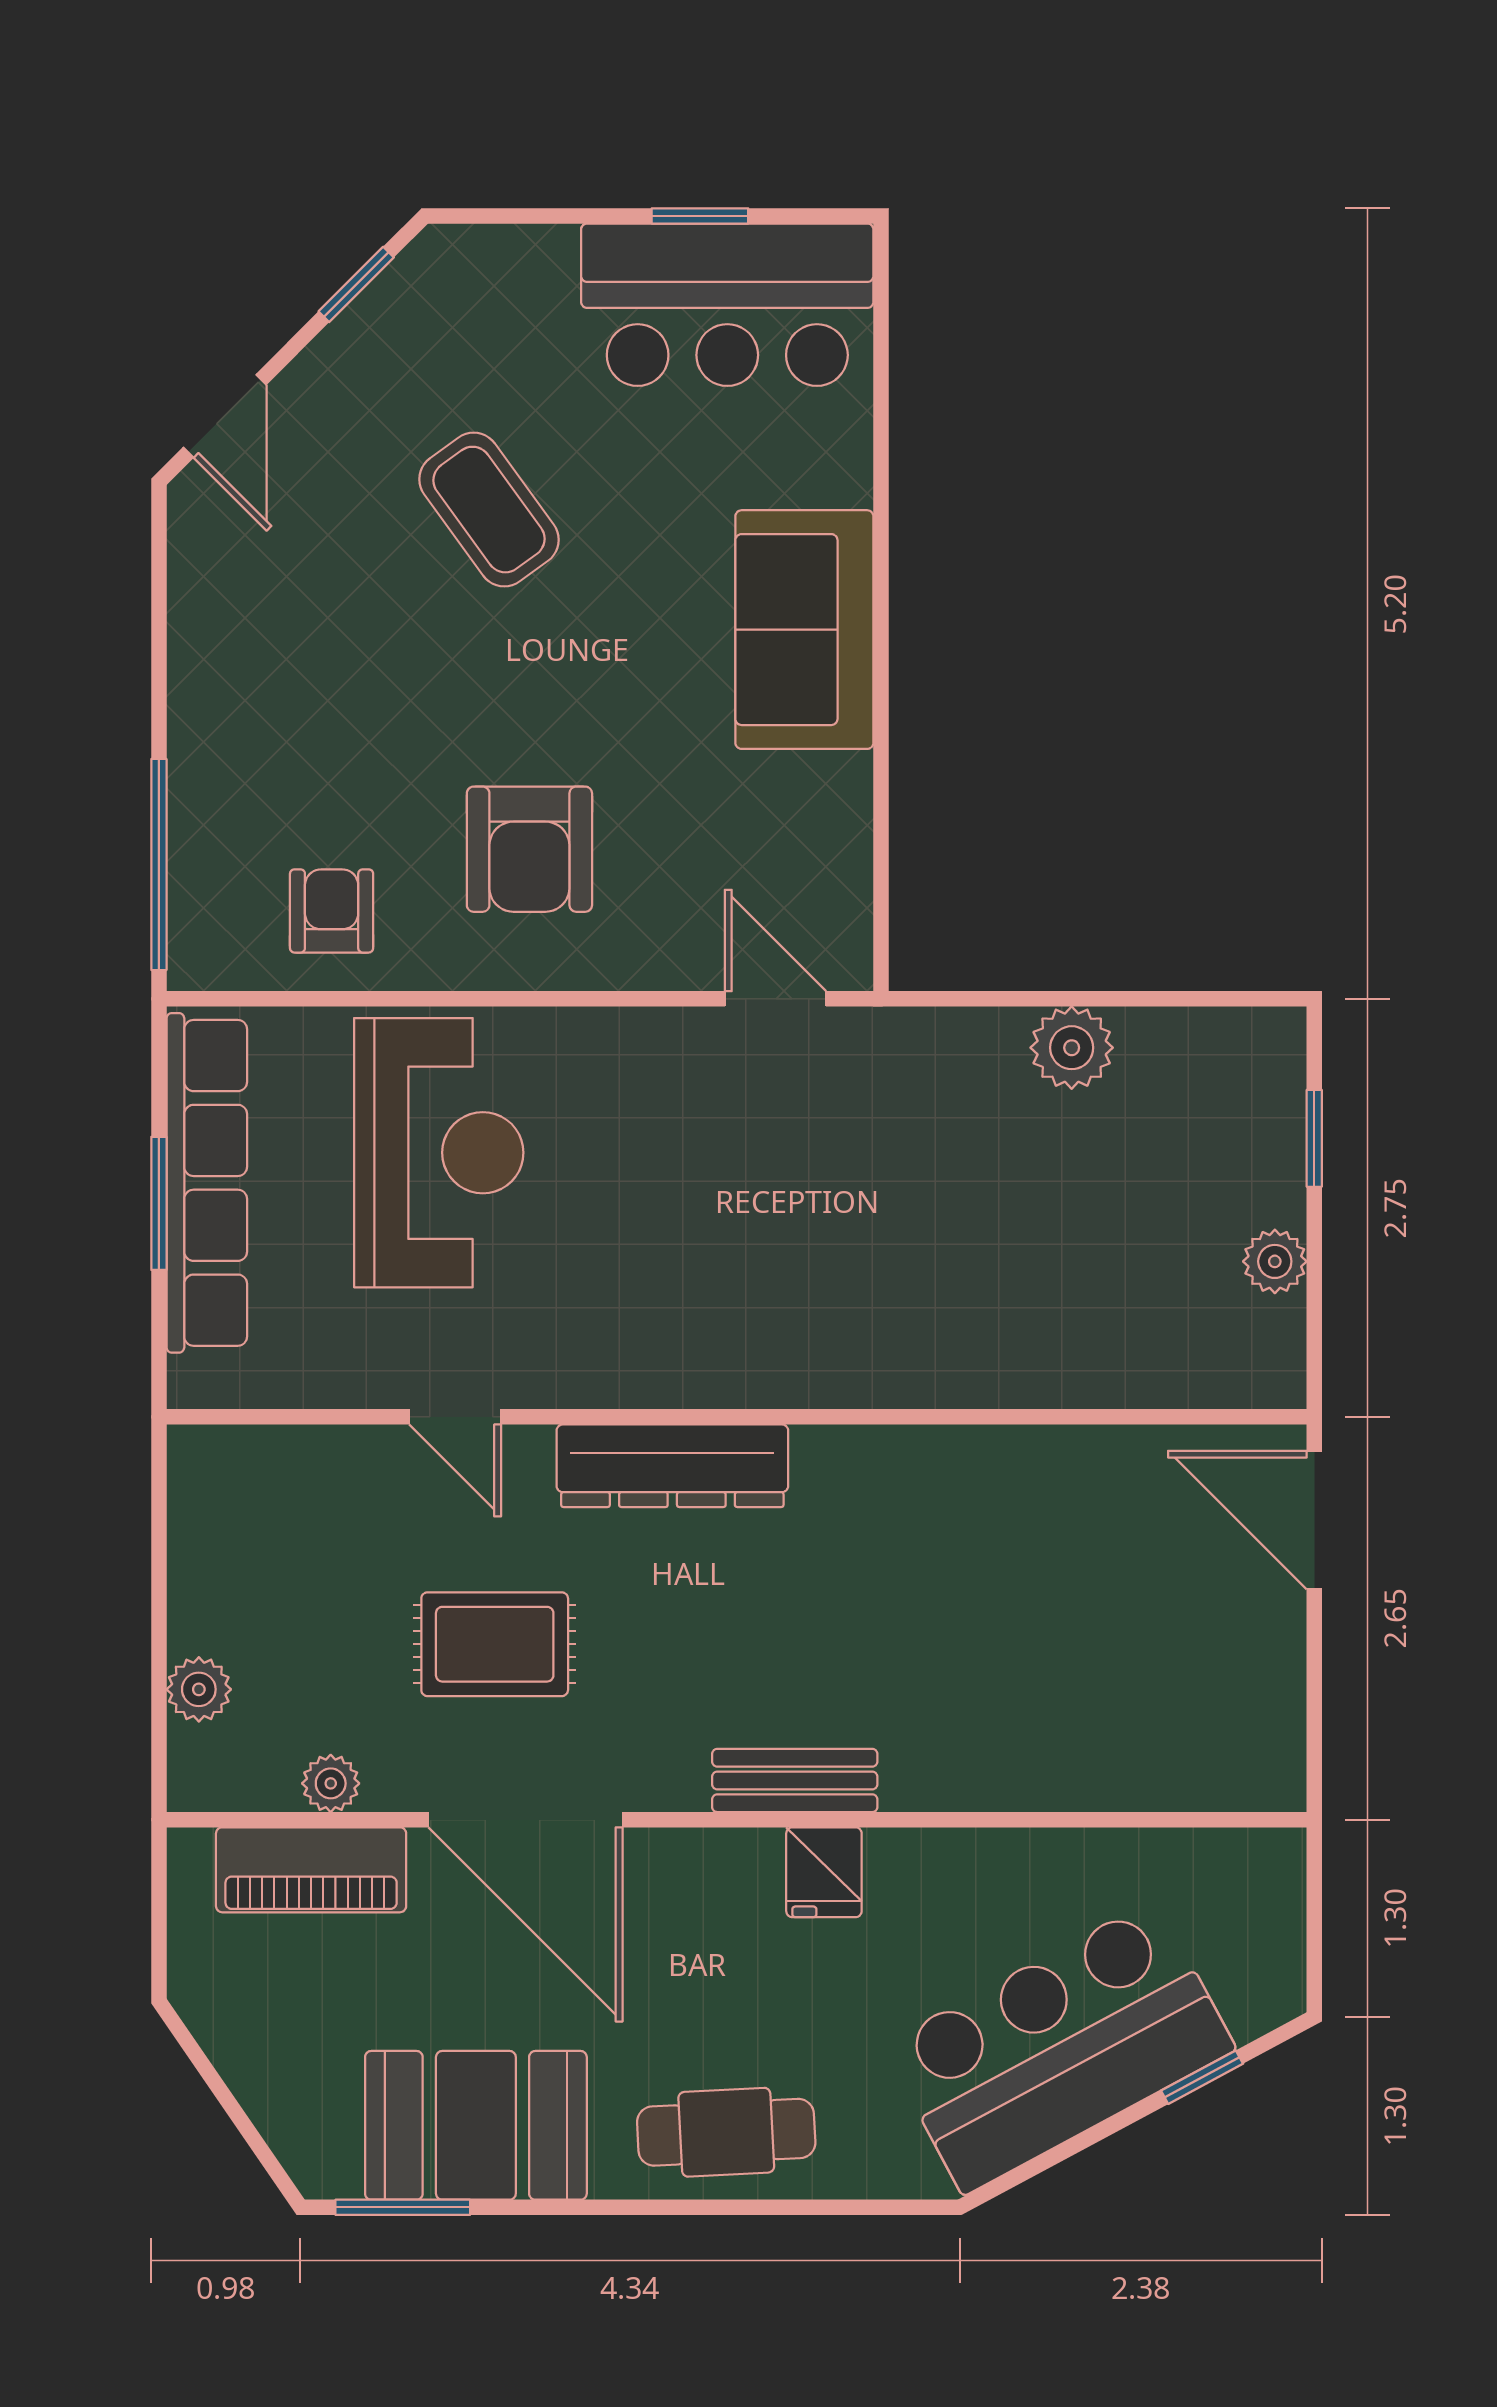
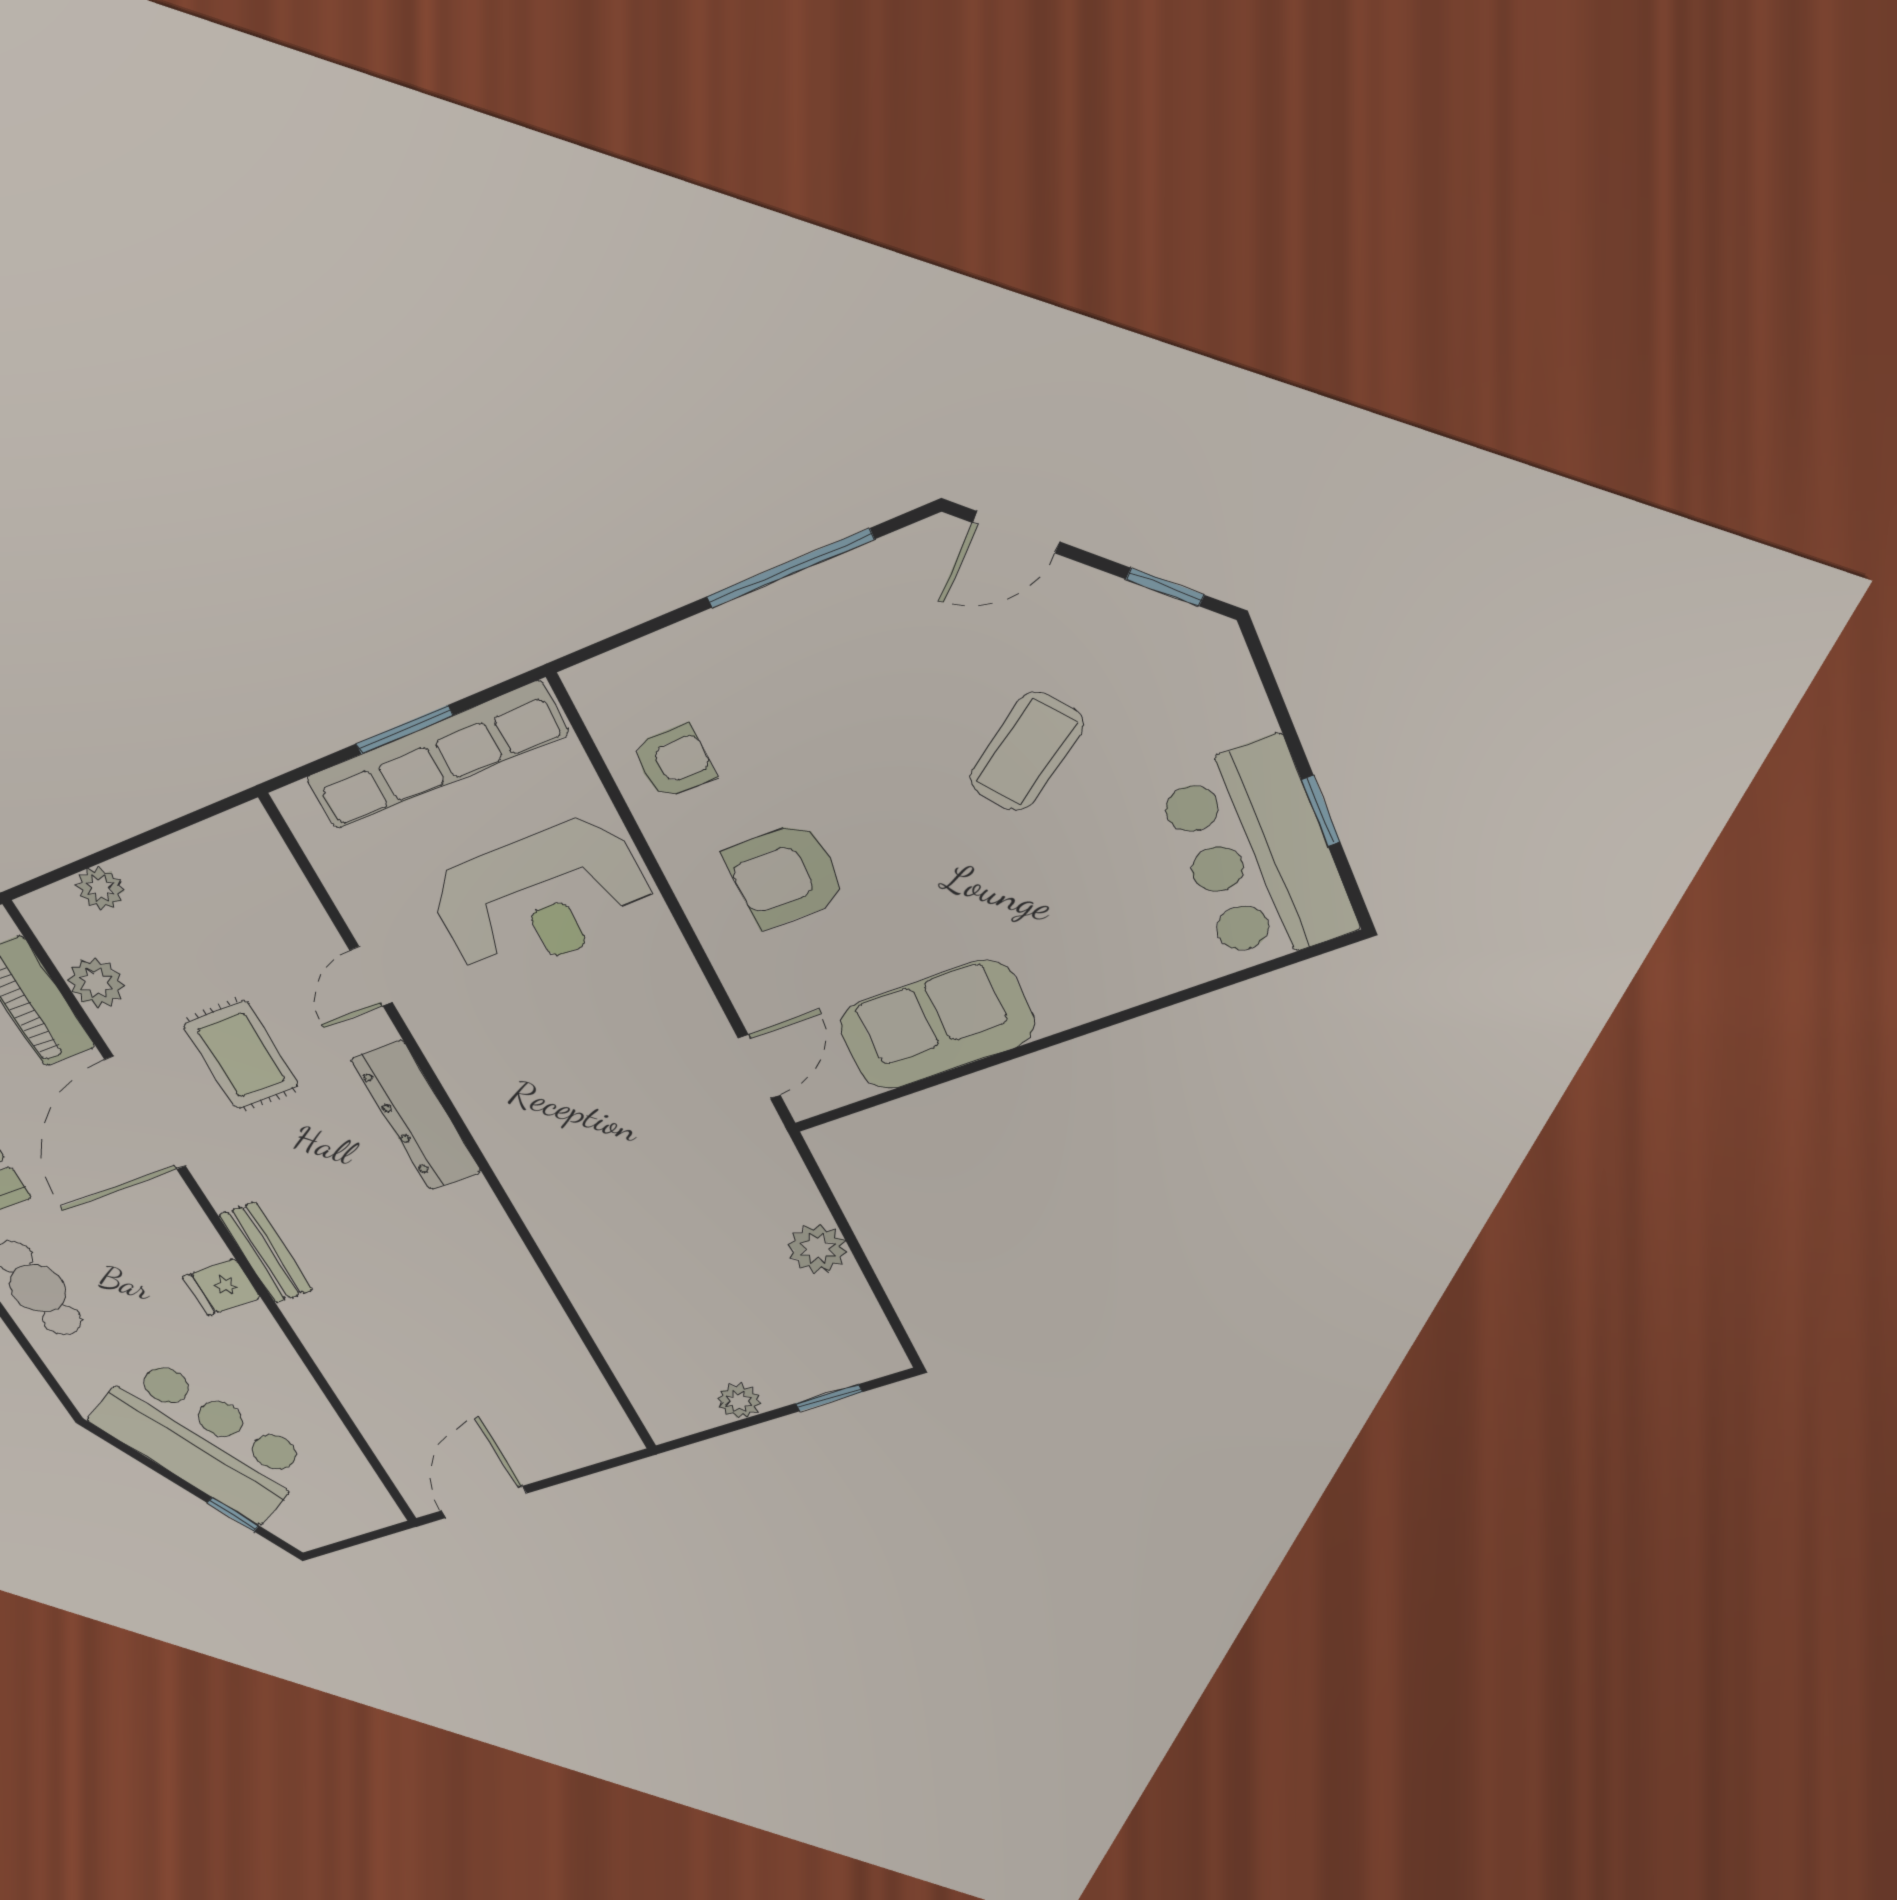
sofa: (804, 630) -> (937, 1025), moved
window: (159, 864) -> (790, 568), moved
door: (1314, 1520) -> (484, 1502), moved
plant: (331, 1783) -> (96, 983), width x1.38, depth x1.38

